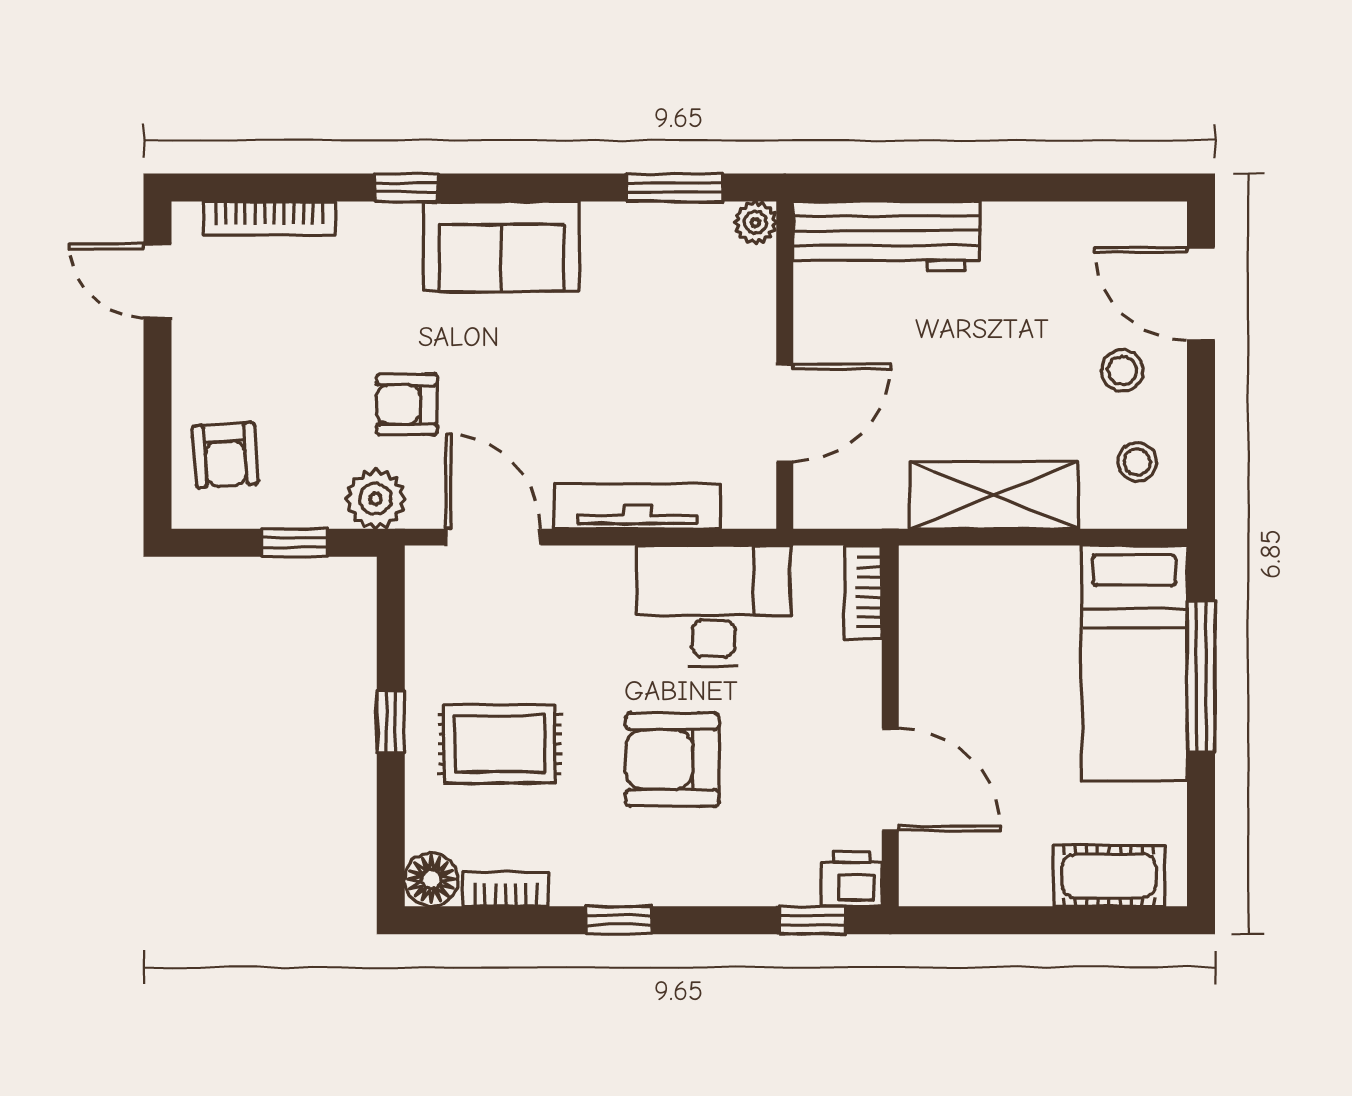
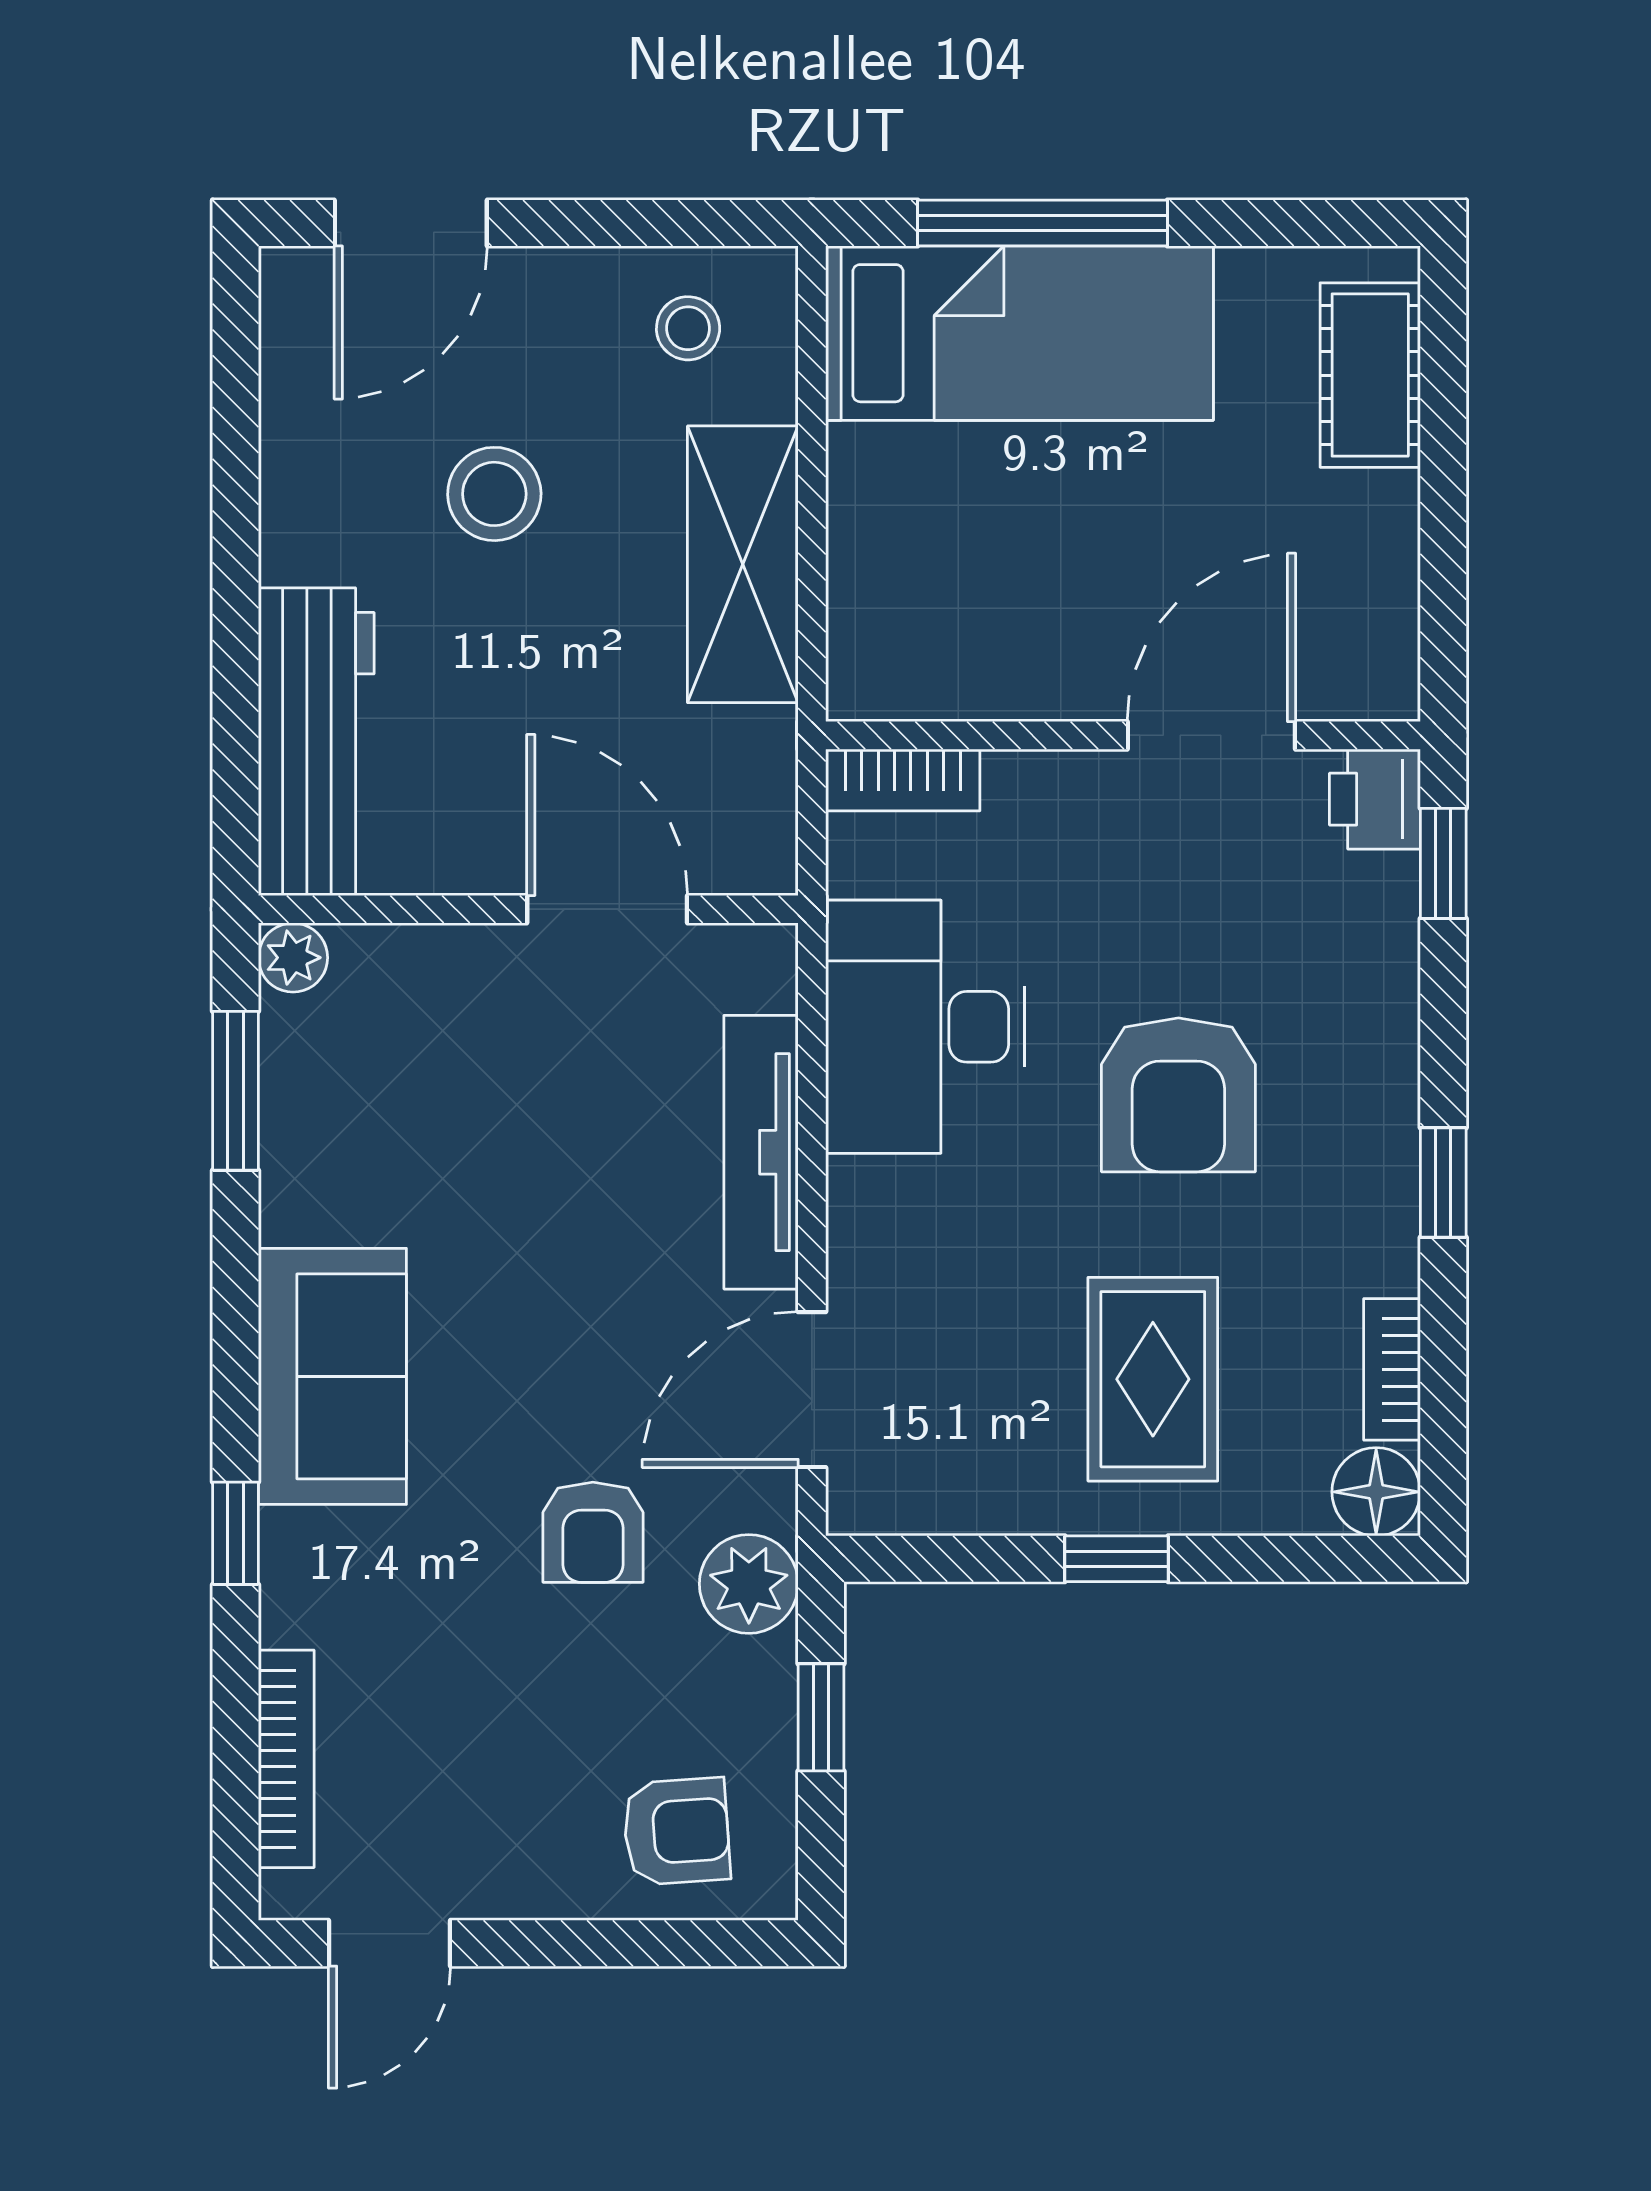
stool: (1122, 370) -> (494, 494), moved, width x1.37, depth x1.37

